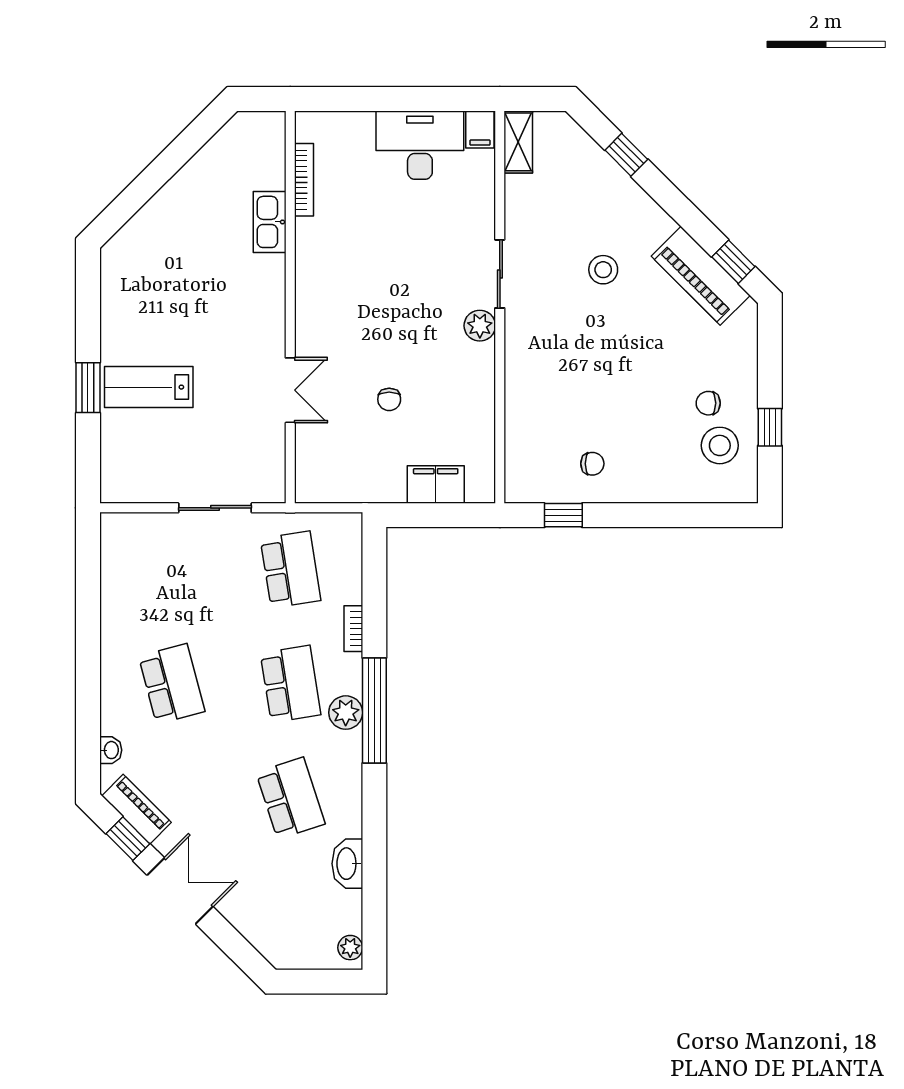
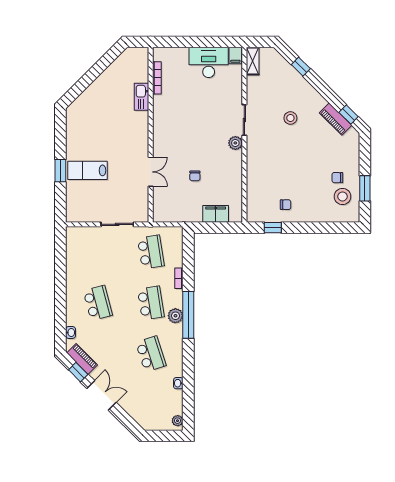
piano: (701, 276) -> (336, 119), width x0.73, depth x0.75
window: (770, 427) -> (365, 188), width x1.50
washbasin: (347, 864) -> (178, 383), width x0.52, depth x0.69

